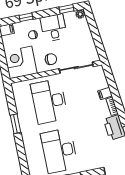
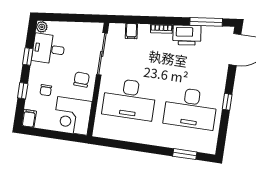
window: (67, 9) -> (28, 57), moved
desk: (54, 28) -> (48, 49), moved
filing cabinet: (105, 93) -> (131, 31), moved
window: (15, 124) -> (185, 154), moved

